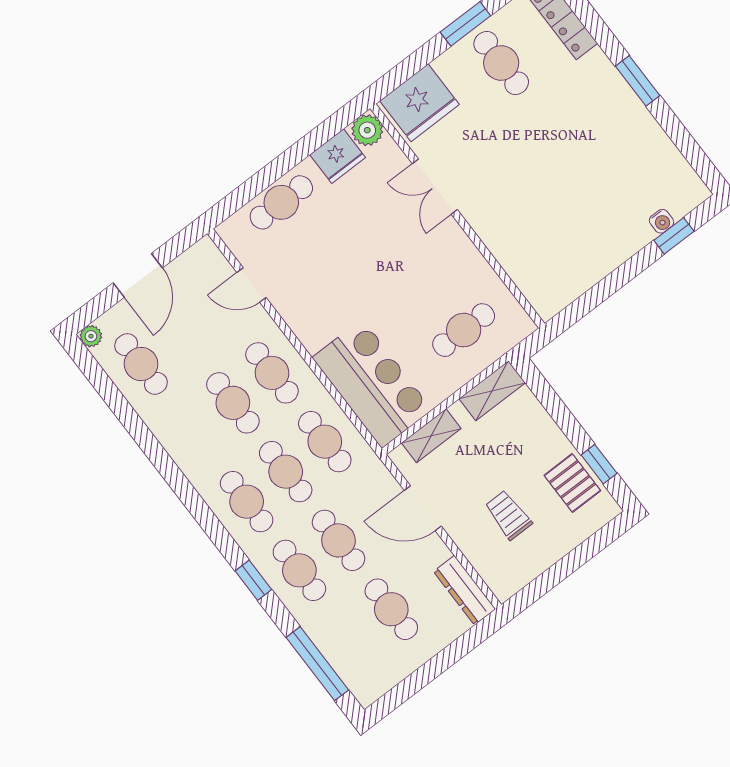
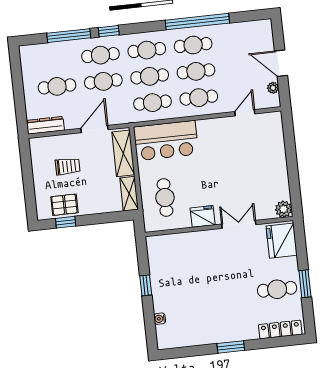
fridge: (338, 156) -> (203, 216), moved, turned 90
cafe table: (281, 202) -> (274, 149), removed
window: (674, 236) -> (146, 285), moved
plant: (91, 336) -> (273, 88), moved
cafe table: (141, 364) -> (193, 45), moved
shelving: (431, 436) -> (123, 153), width x1.50, depth x1.33
window: (152, 449) -> (197, 22), added
window: (317, 664) -> (69, 36), moved

